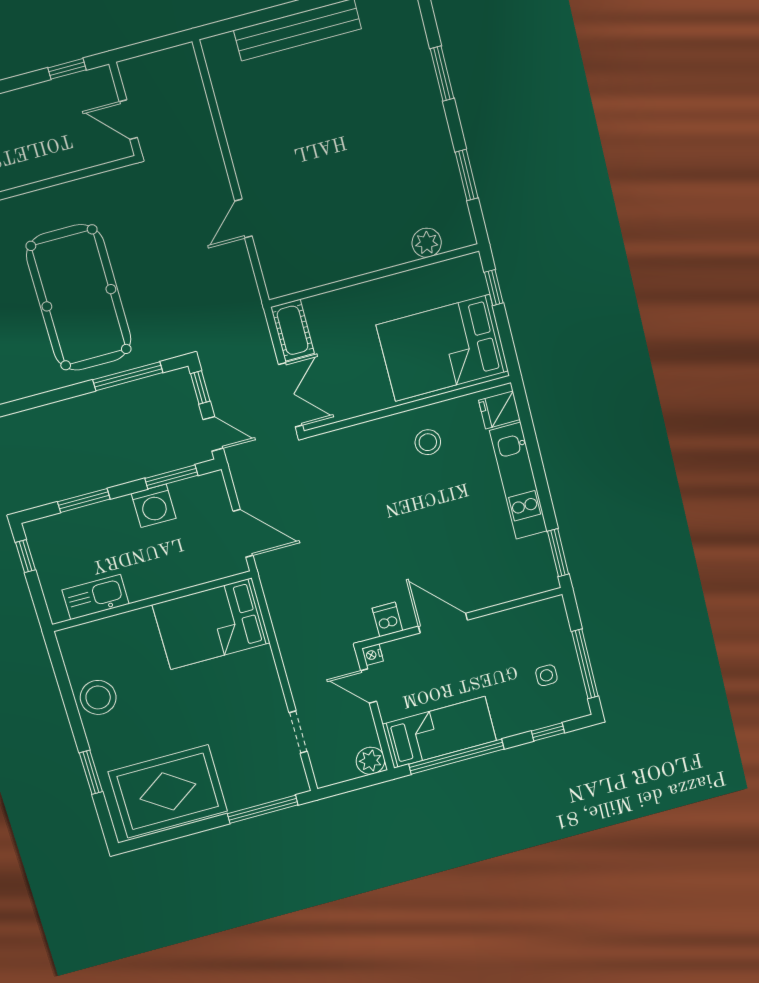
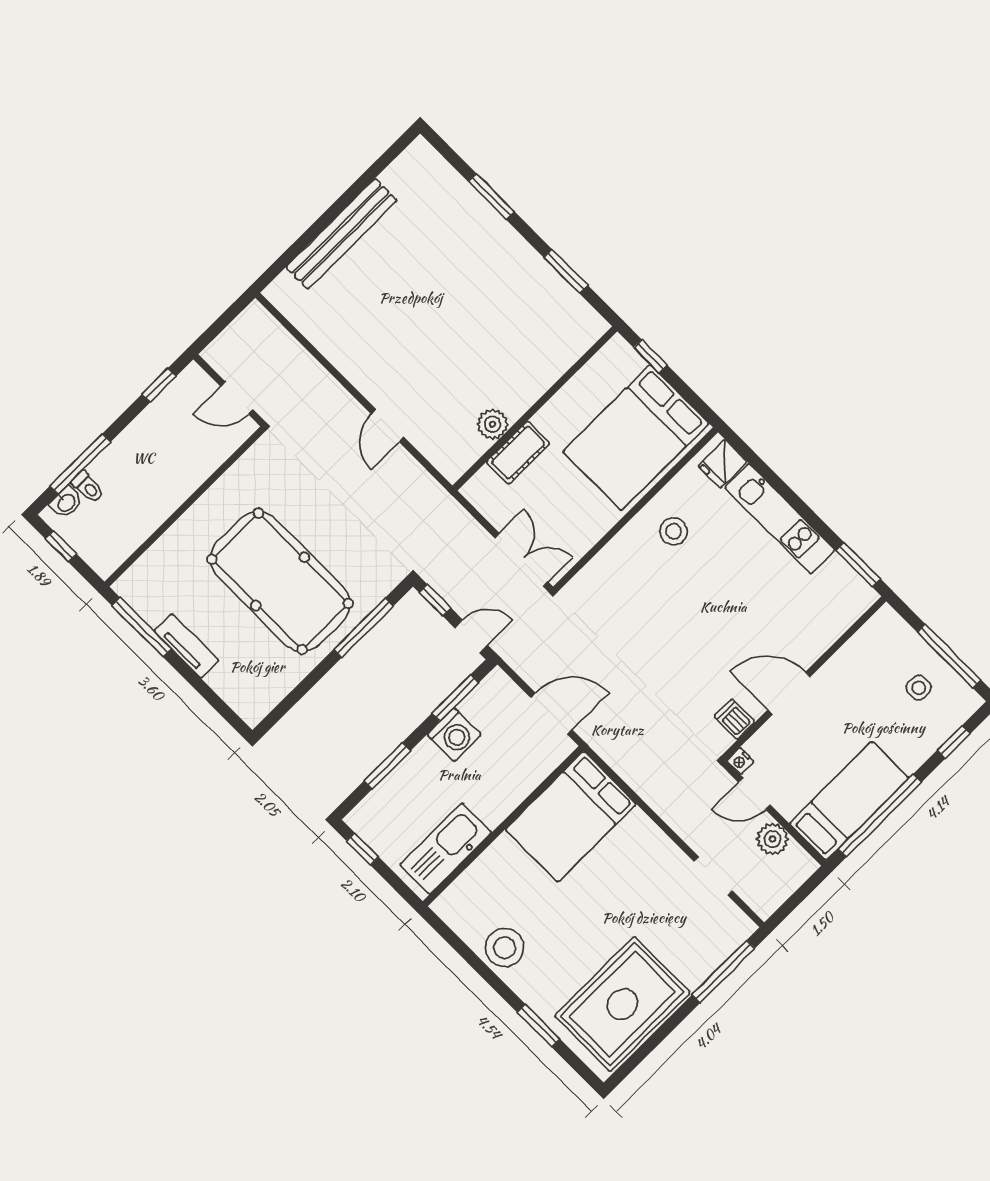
plant: (427, 243) -> (493, 424), moved
cot: (293, 330) -> (518, 453), moved, turned 90
kitchen sink: (96, 597) -> (446, 849), width x1.36, depth x1.24
plant: (370, 761) -> (773, 839), moved

